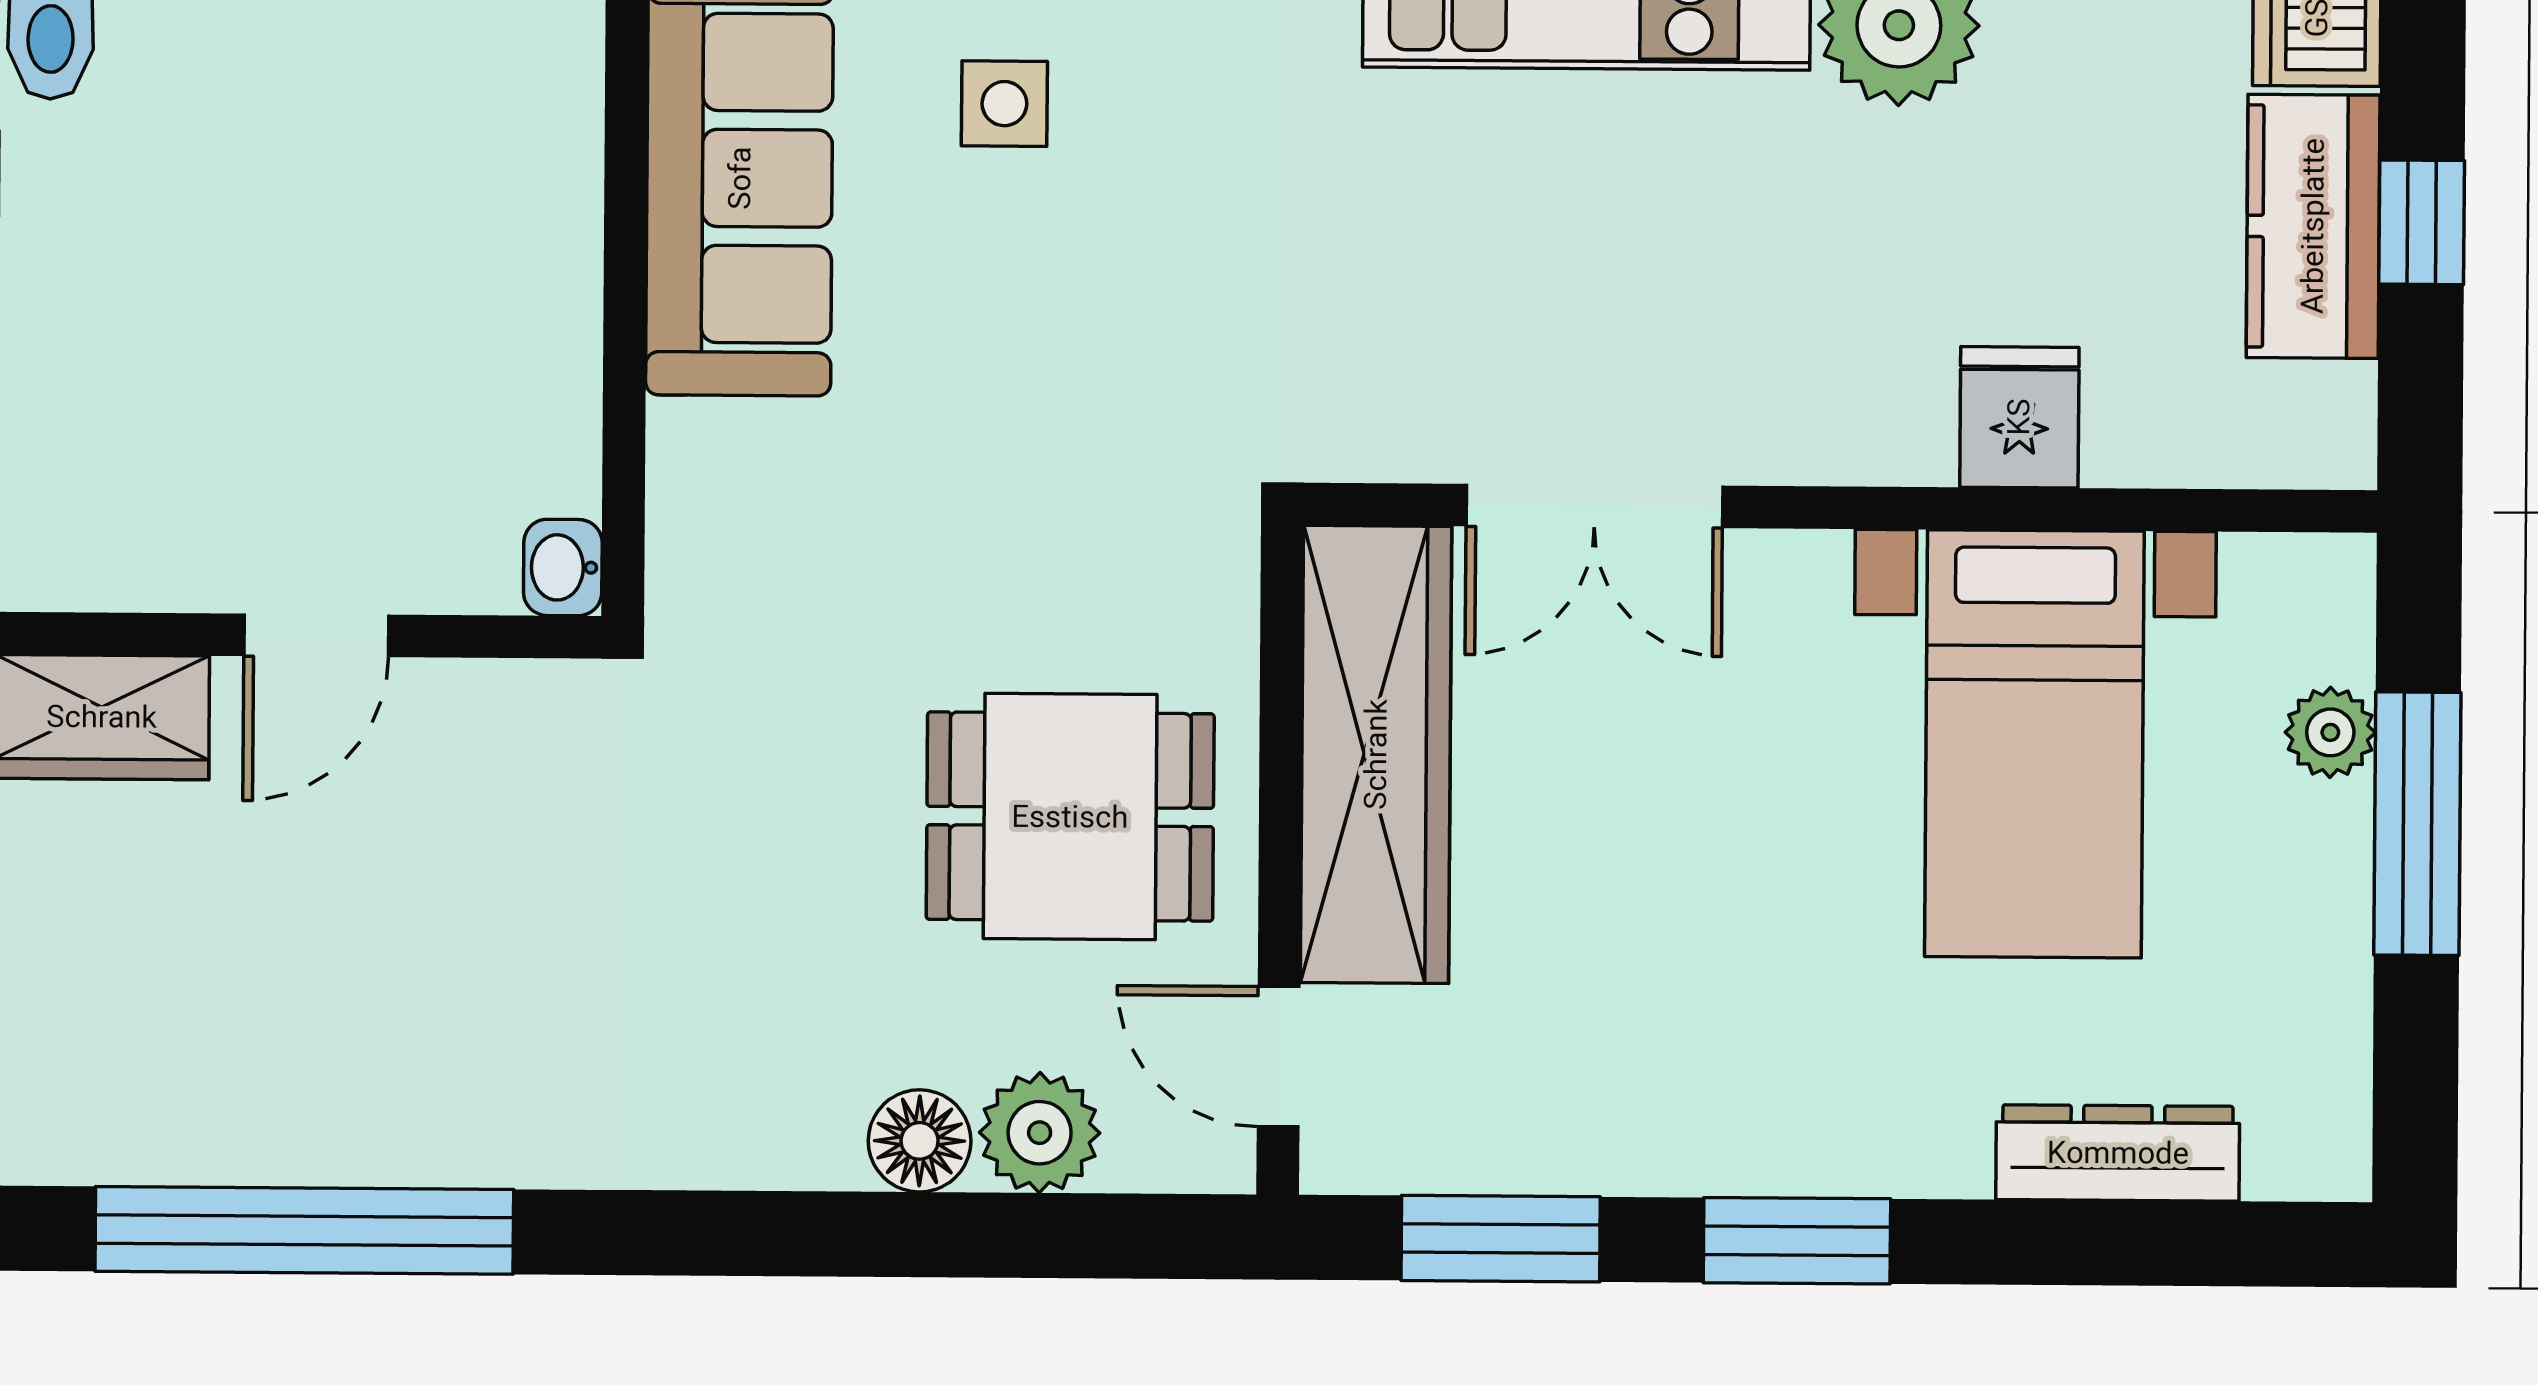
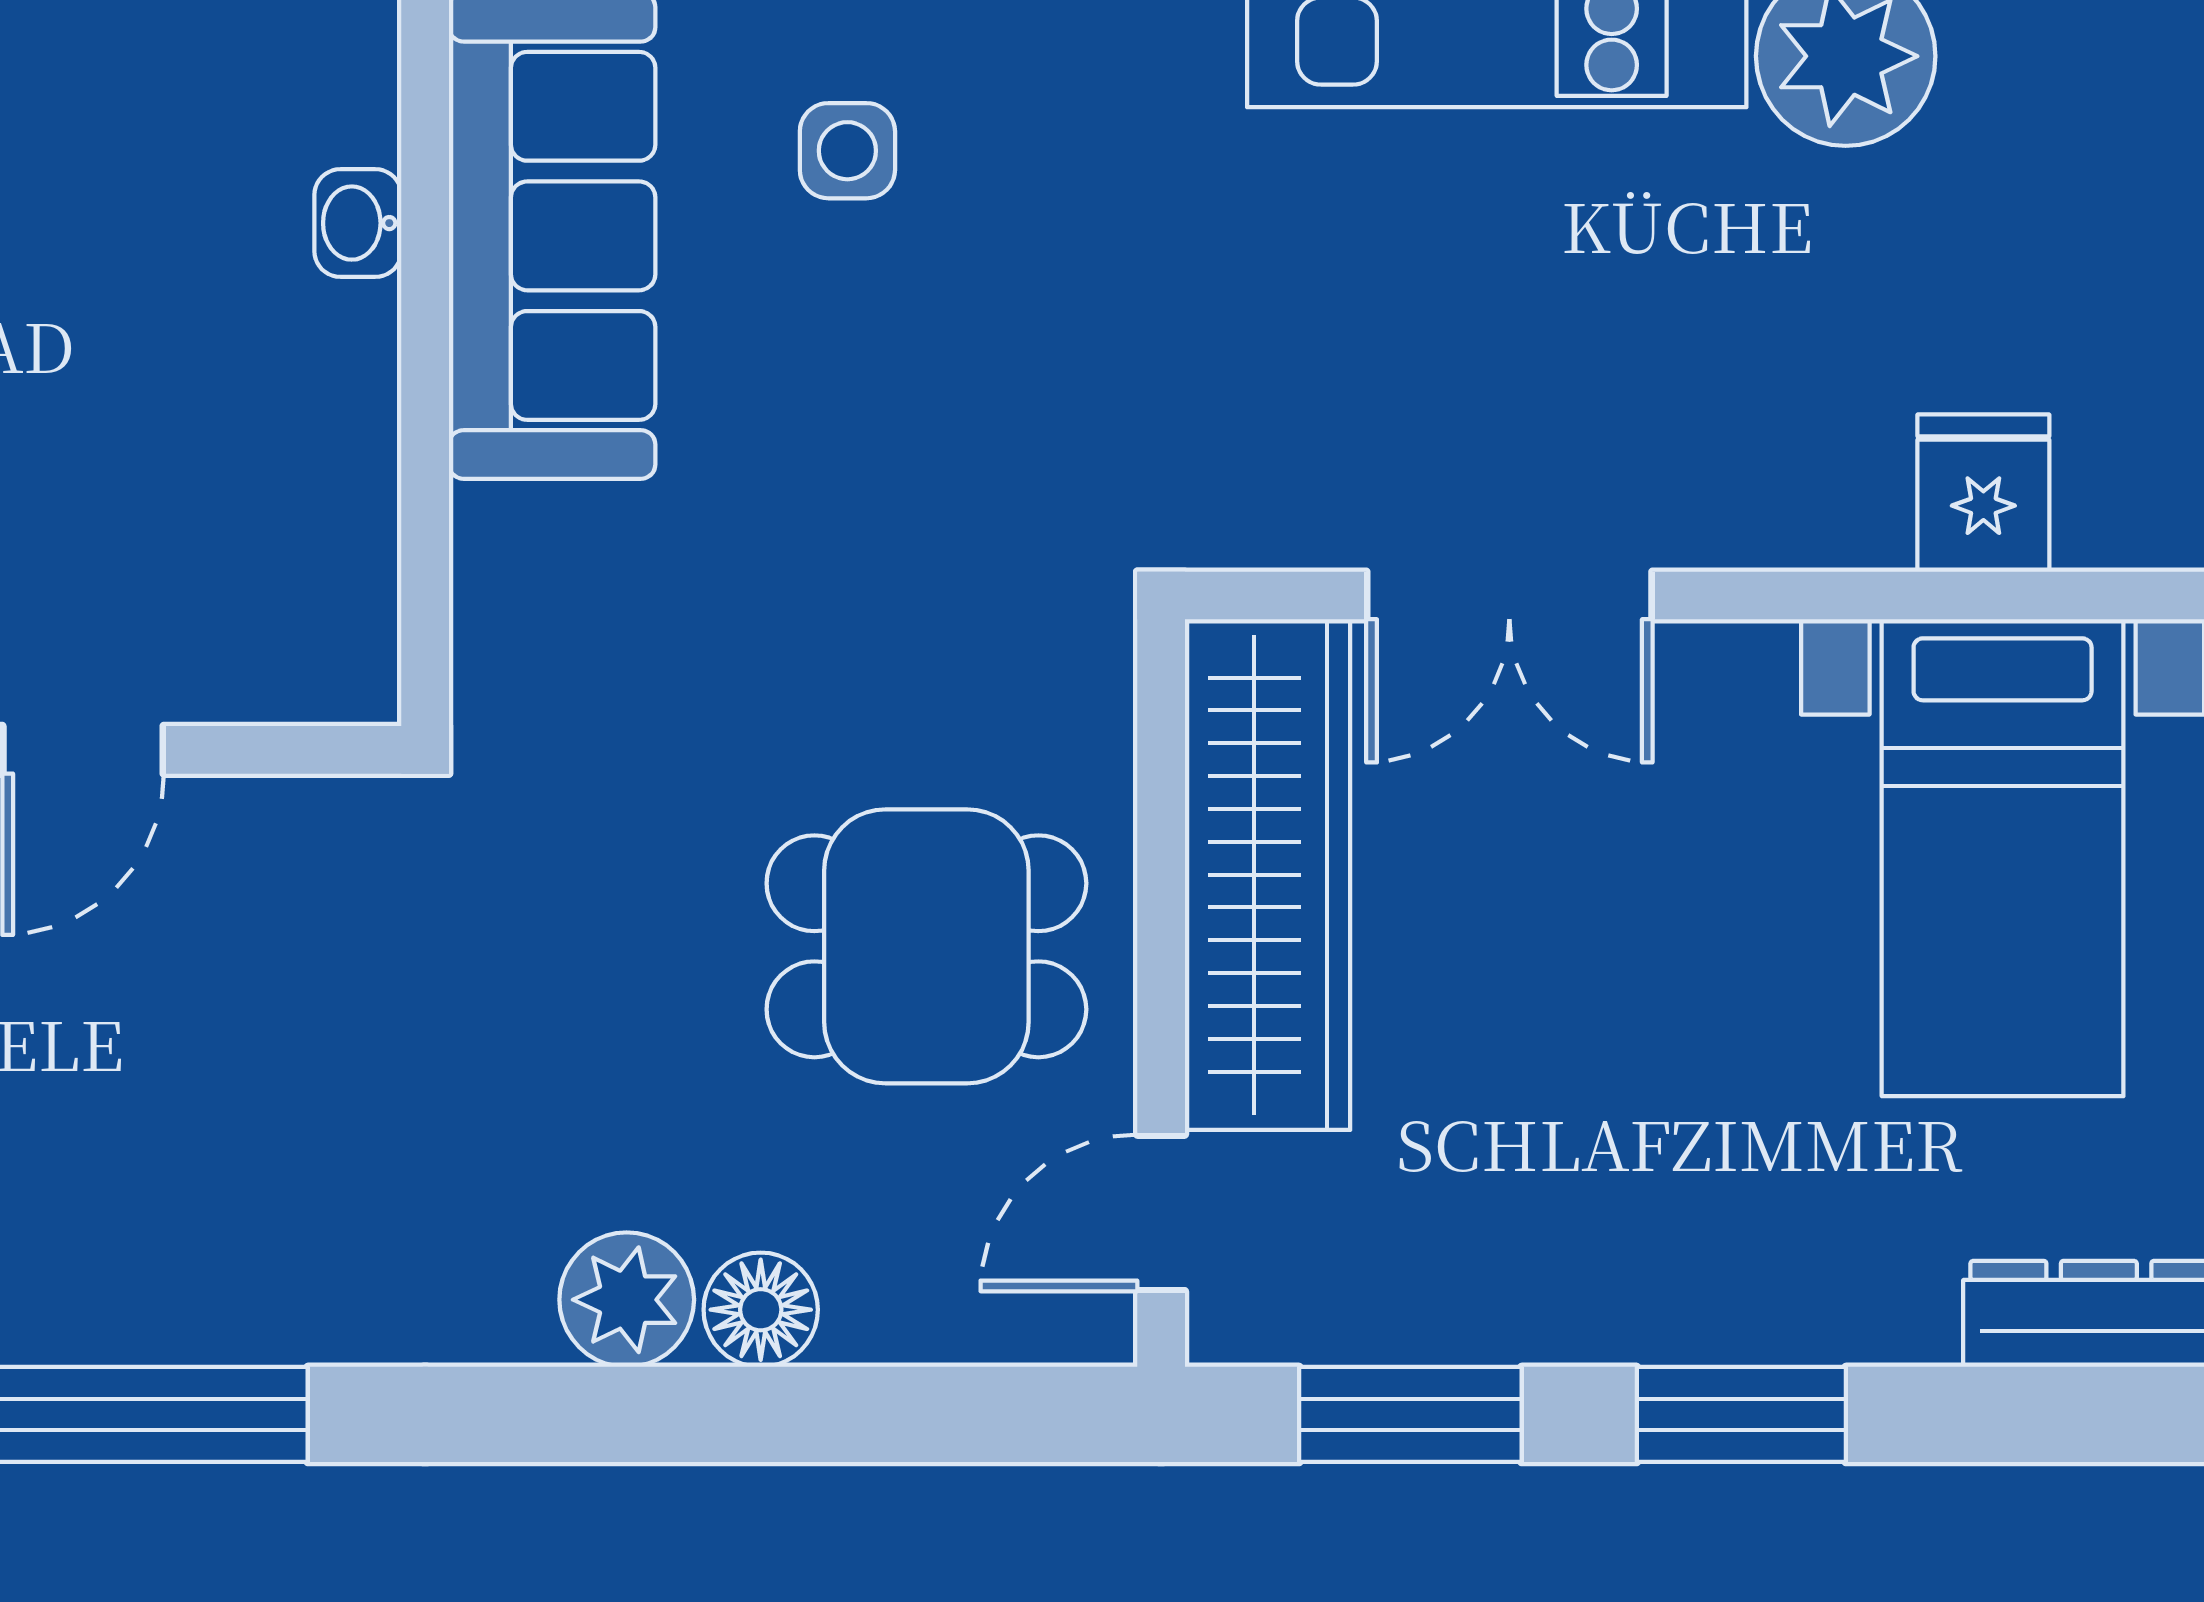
washbasin: (563, 567) -> (358, 223), moved
door: (1279, 1057) -> (1161, 1213), hinge flipped
plant: (1040, 1133) -> (627, 1300), moved

